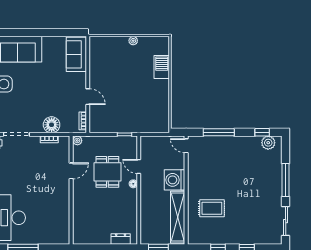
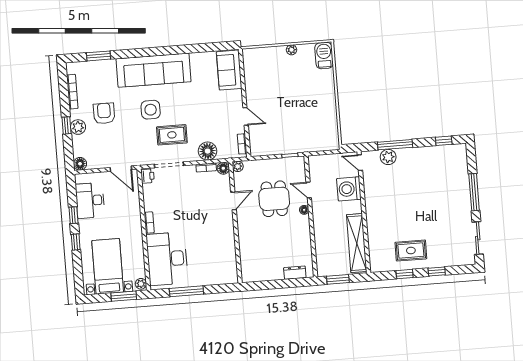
barbecue: (162, 67) -> (324, 56), moved
rug: (21, 108) -> (172, 135), added
floor lamp: (64, 141) -> (223, 168), added
plant: (268, 143) -> (388, 157), moved
washing machine: (175, 180) -> (349, 189), moved
rug: (212, 208) -> (411, 251), moved

